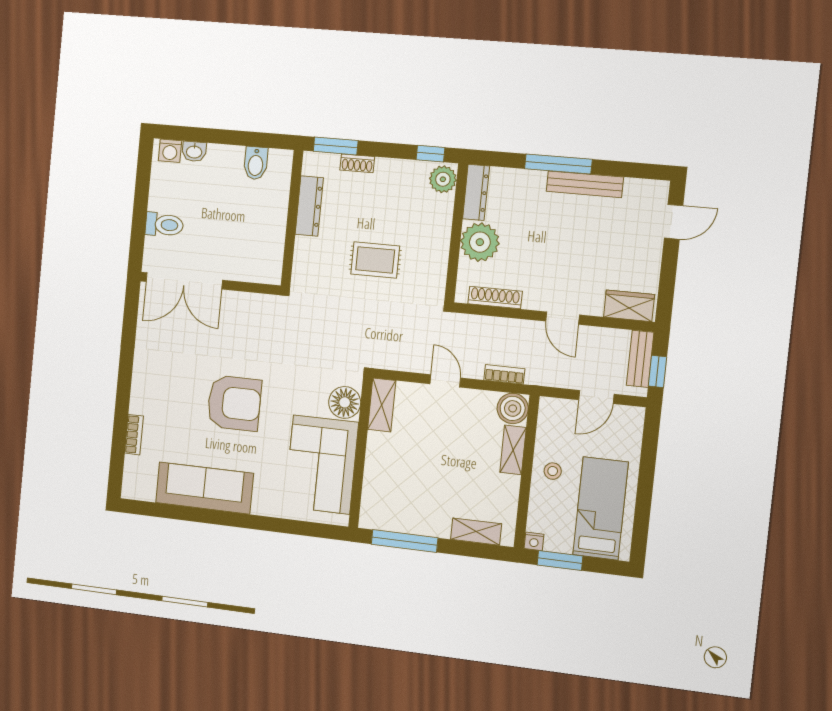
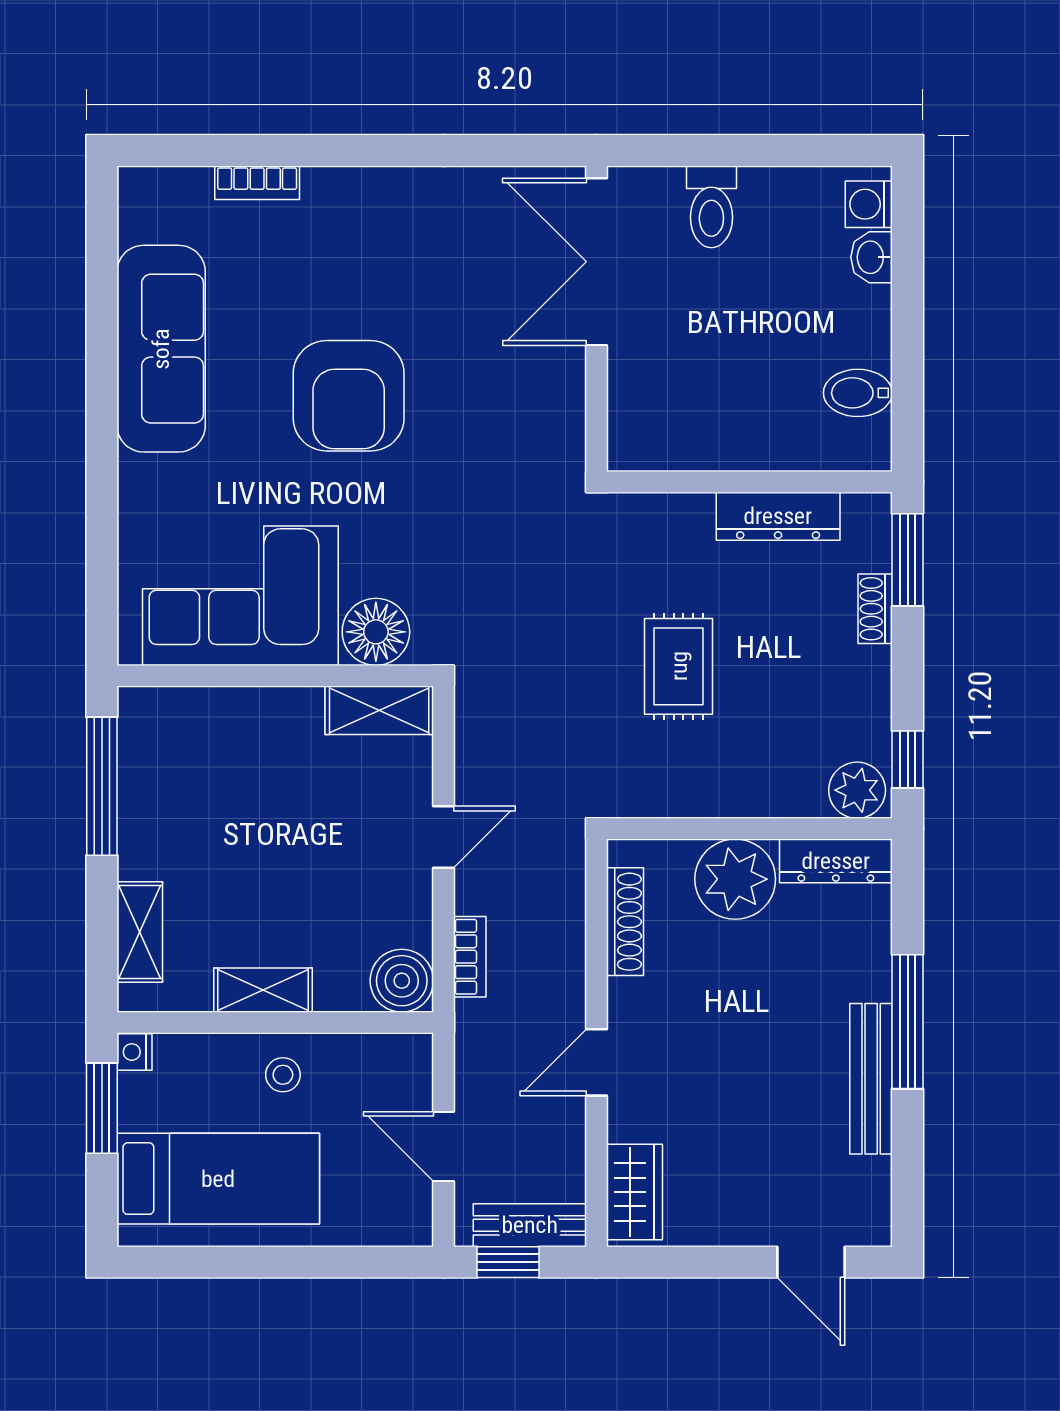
shelving: (513, 450) -> (263, 990), moved

